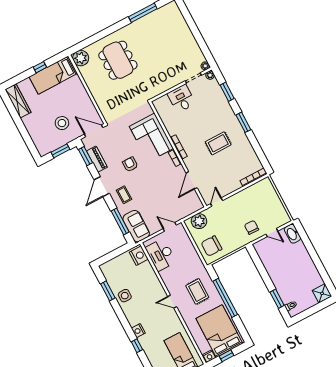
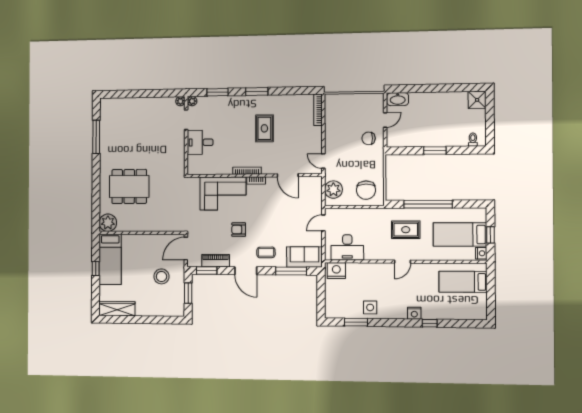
window: (277, 299) -> (435, 150), moved
bed: (219, 331) -> (460, 234), width x0.67

